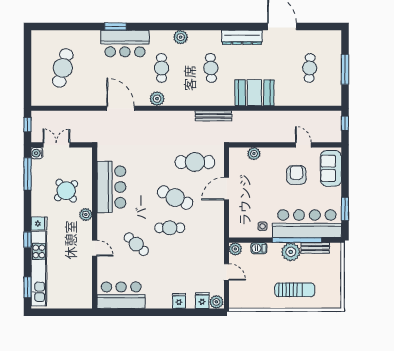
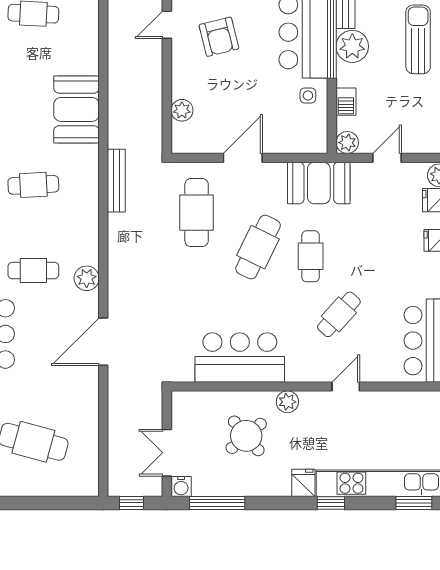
armchair: (296, 175) -> (219, 37), turned -104
door: (227, 189) -> (243, 158), swing flipped
booth: (212, 233) -> (319, 183), added

